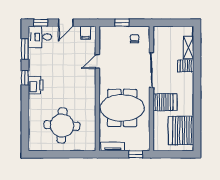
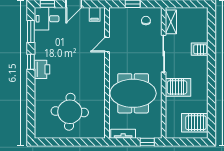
shelving: (188, 48) -> (171, 22), moved
server rack: (181, 131) -> (195, 123), width x0.63

